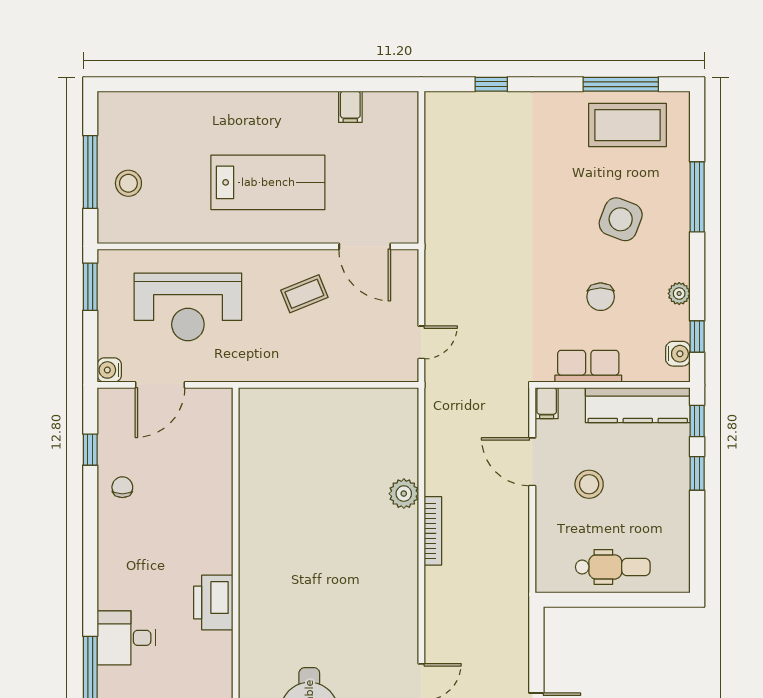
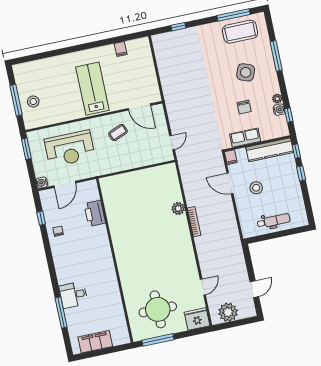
lab bench: (268, 182) -> (92, 89), turned -90
water cooler: (678, 354) -> (279, 110), moved
printer: (213, 602) -> (95, 213), moved

